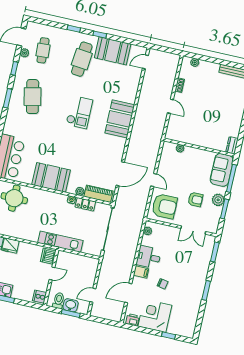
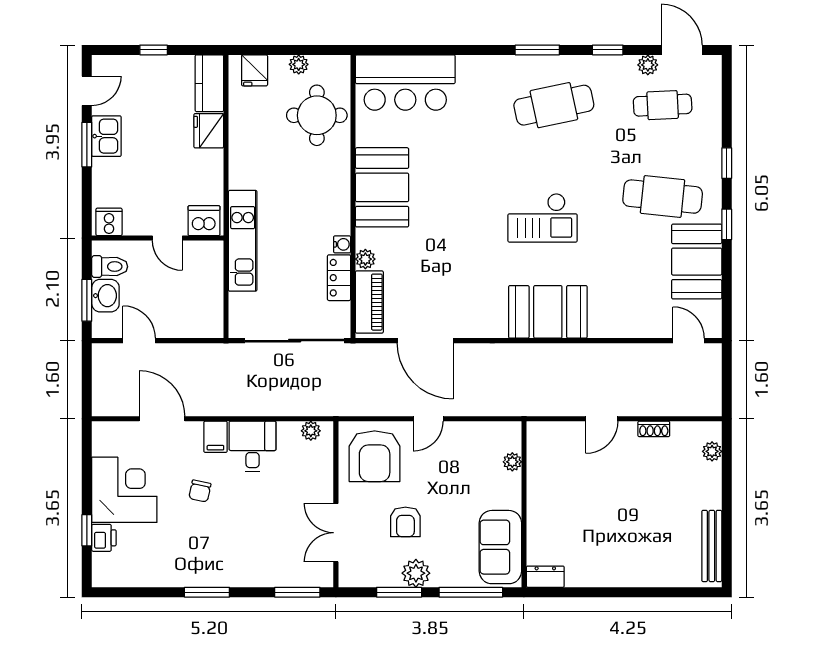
sofa: (222, 170) -> (500, 547), moved, turned -90
printer: (132, 320) -> (104, 538), moved

